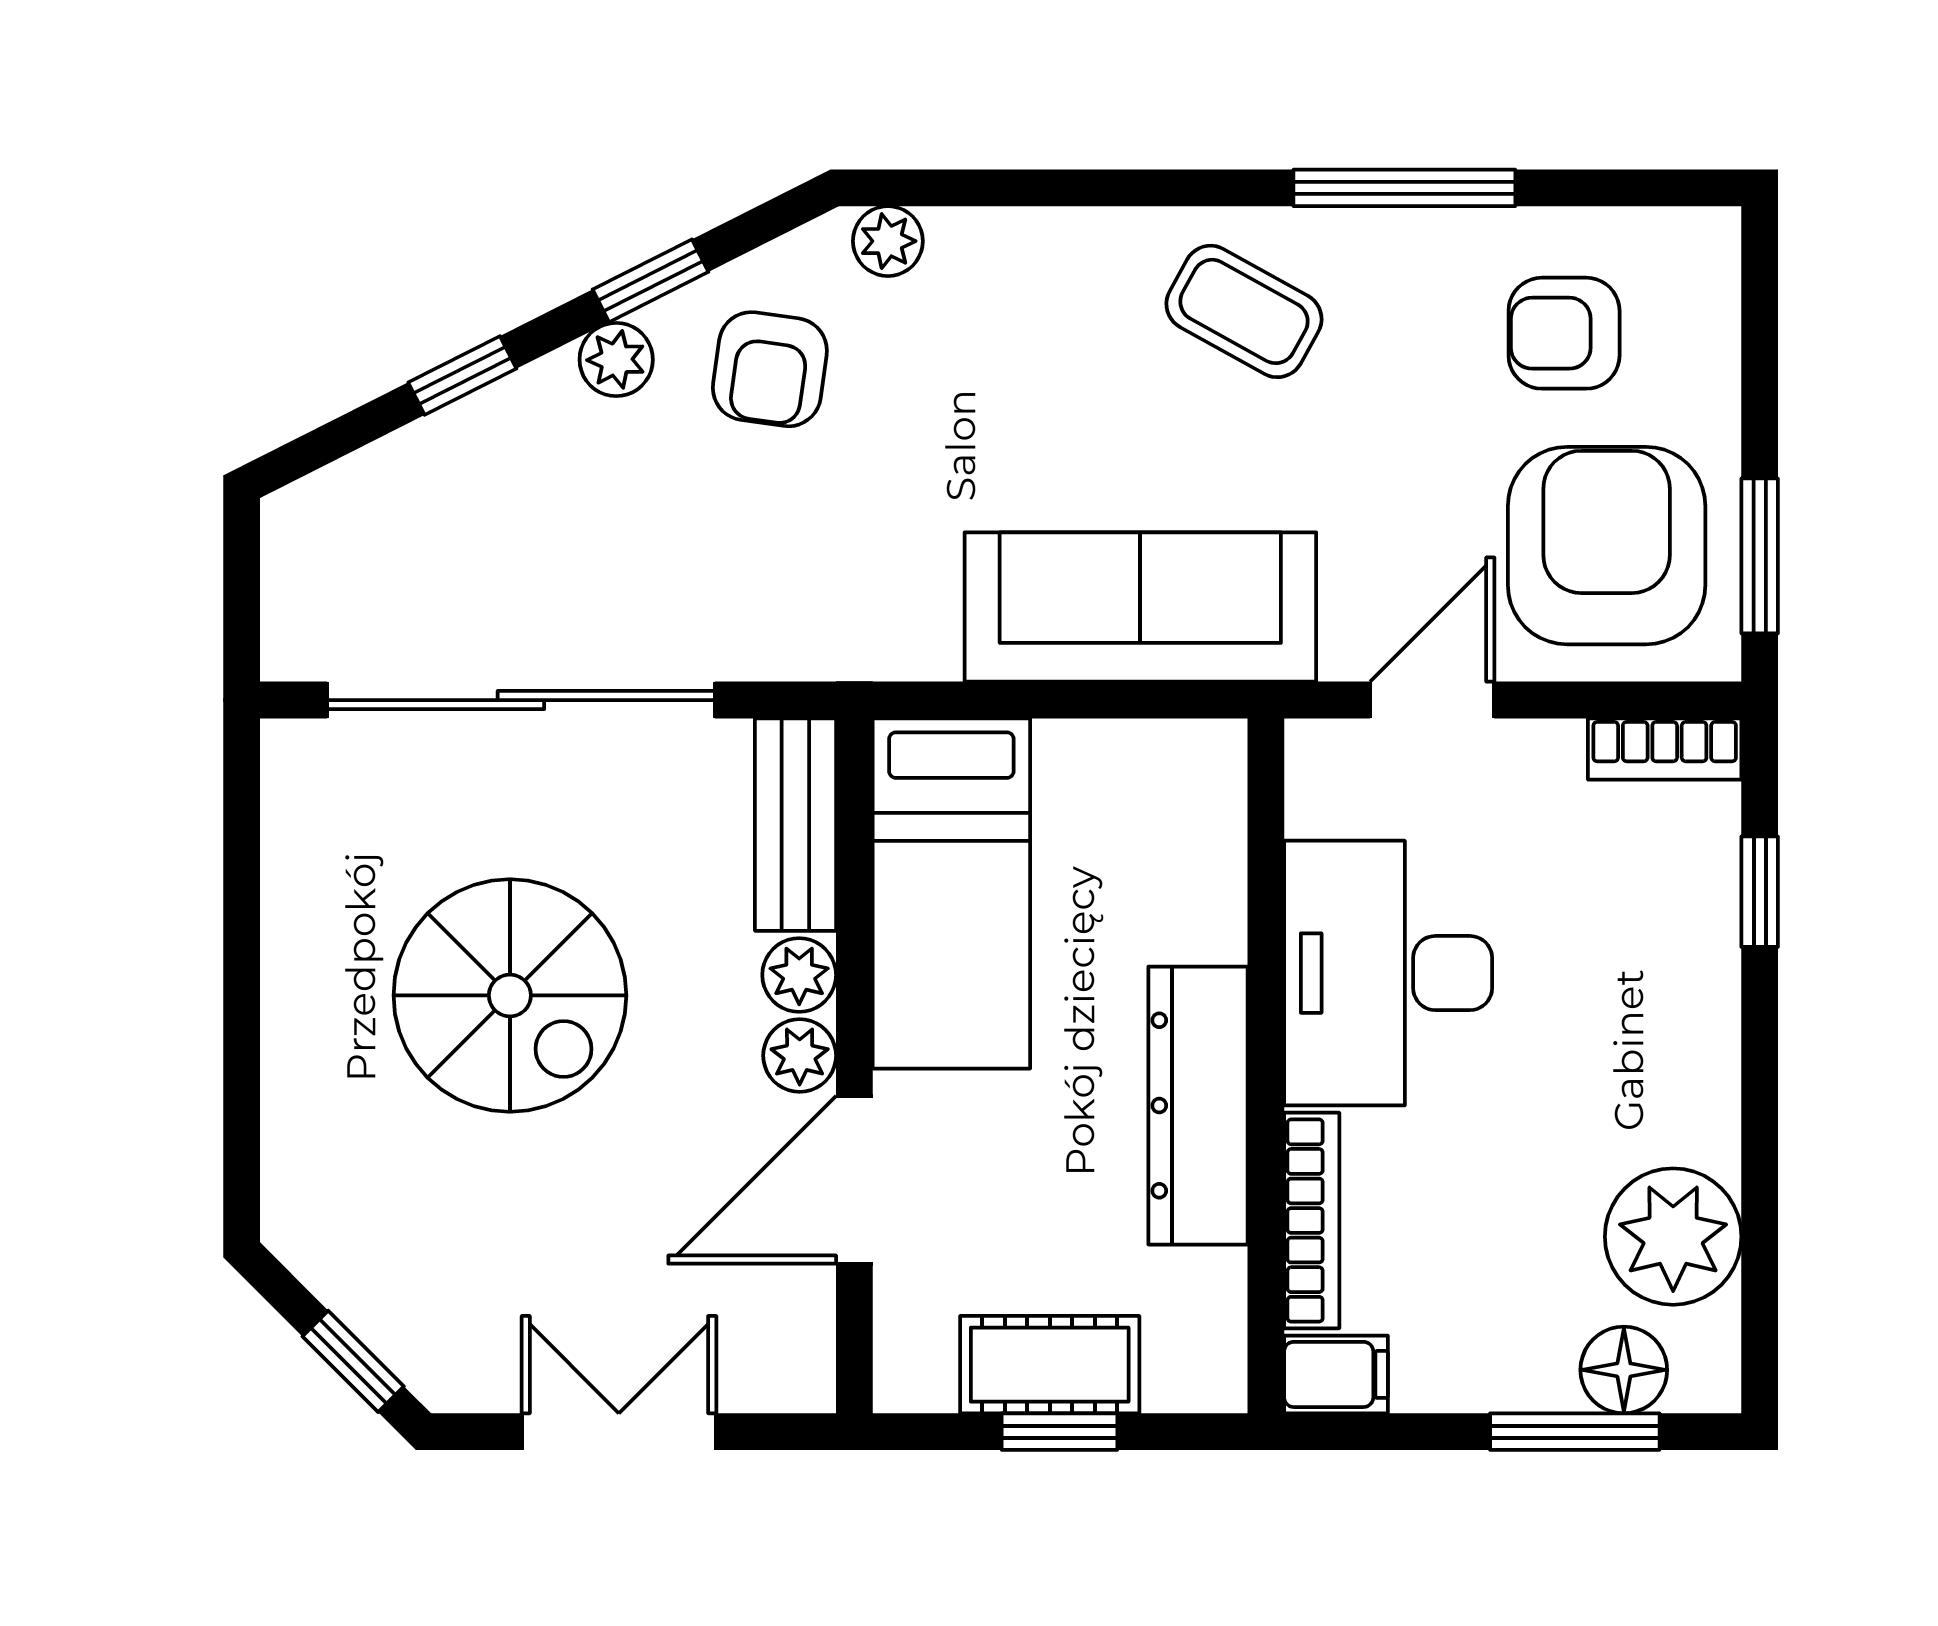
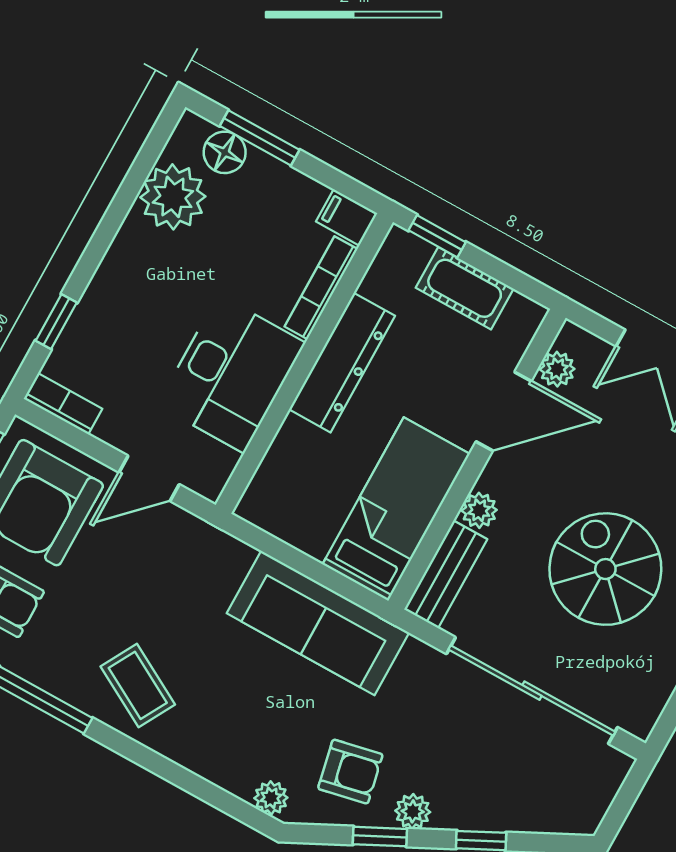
armchair: (770, 369) -> (350, 772), turned 70
sofa: (1140, 607) -> (318, 623), moved
plant: (800, 1056) -> (557, 369), moved
window: (1060, 1432) -> (437, 236), moved

